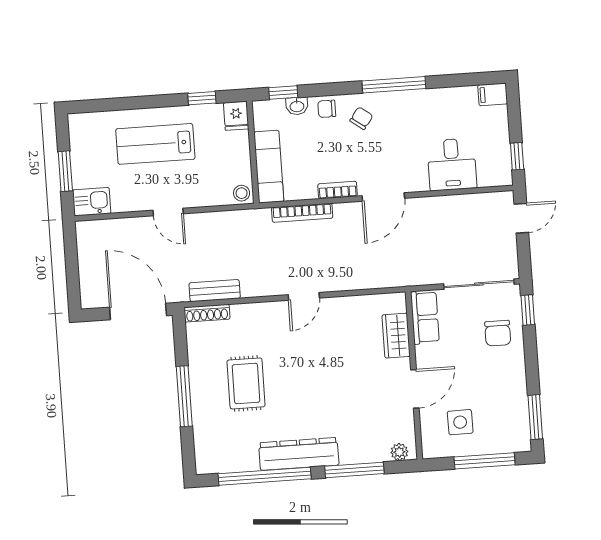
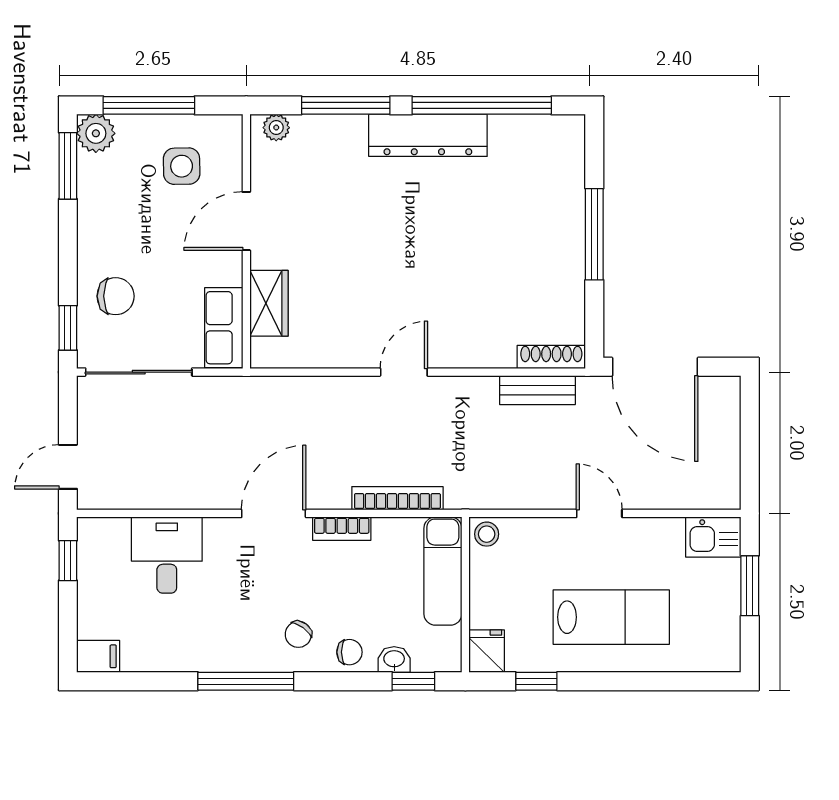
chair: (498, 333) -> (116, 296), turned 90
rug: (246, 383) -> (500, 247), removed
plant: (518, 440) -> (96, 133), added

